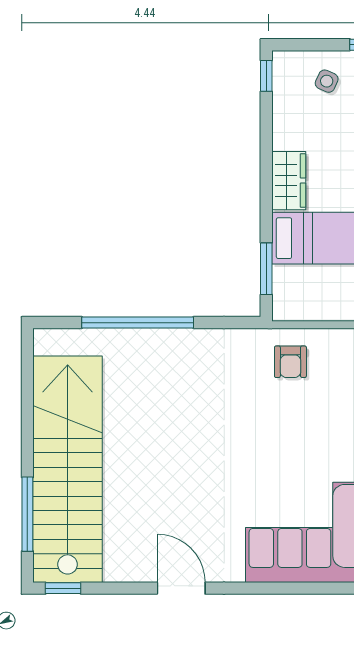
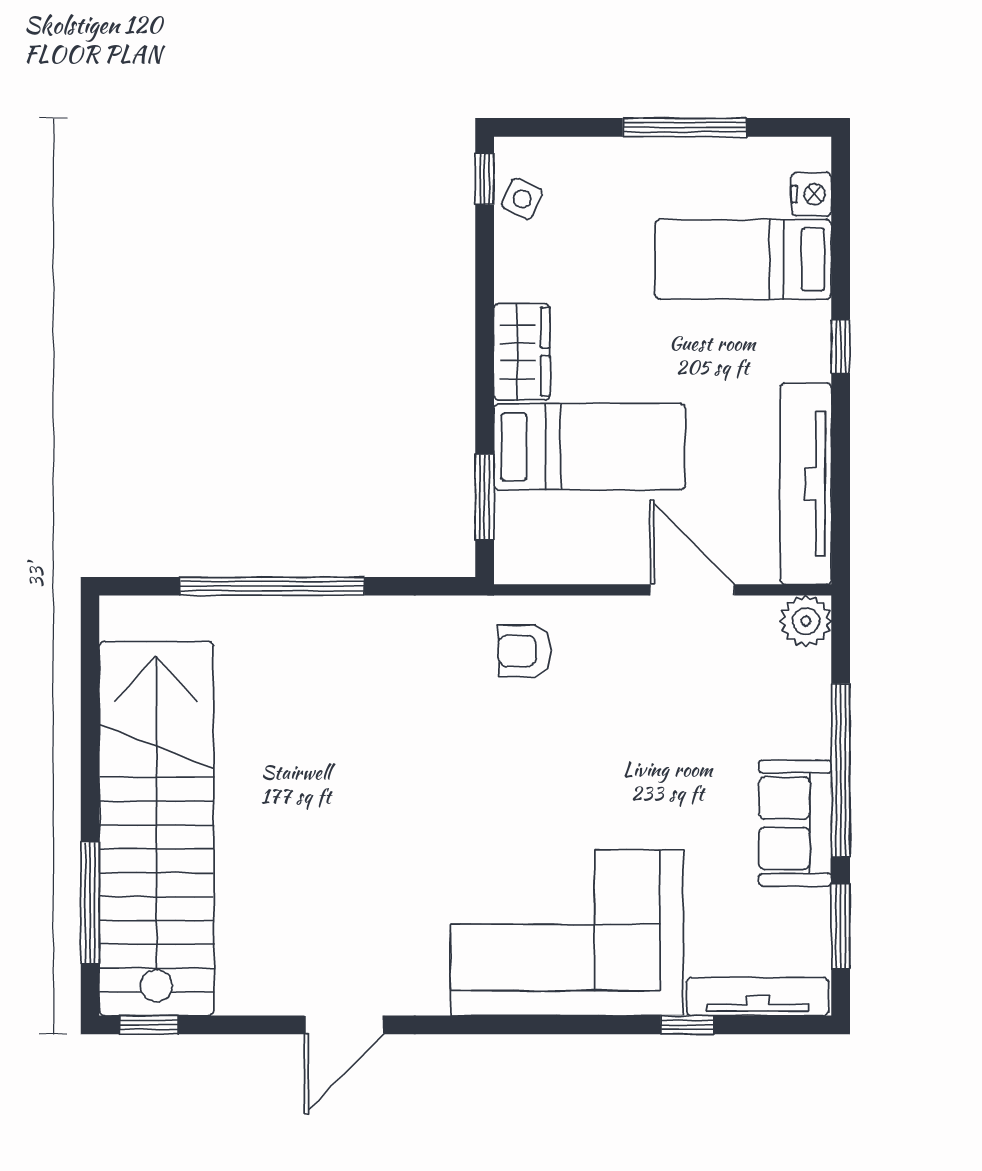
side table: (327, 81) -> (522, 199), moved
armchair: (290, 362) -> (525, 651), turned 90
door: (181, 588) -> (344, 1025), swing flipped

